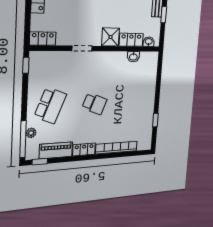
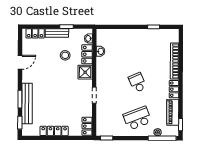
stool: (132, 12) -> (65, 55), added
school desk: (94, 104) -> (137, 82), turned -45
school desk: (50, 106) -> (137, 118), turned -42

